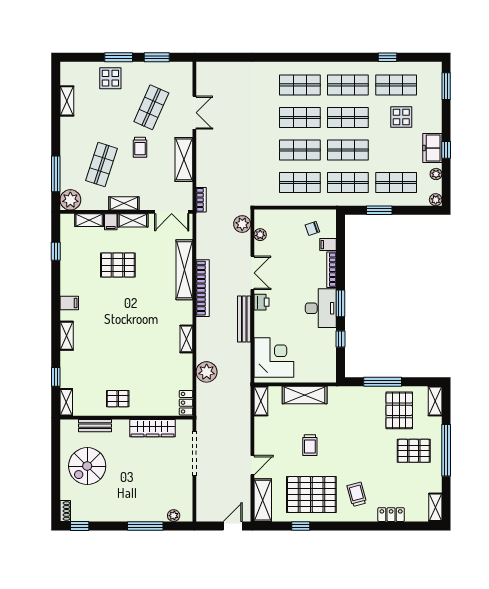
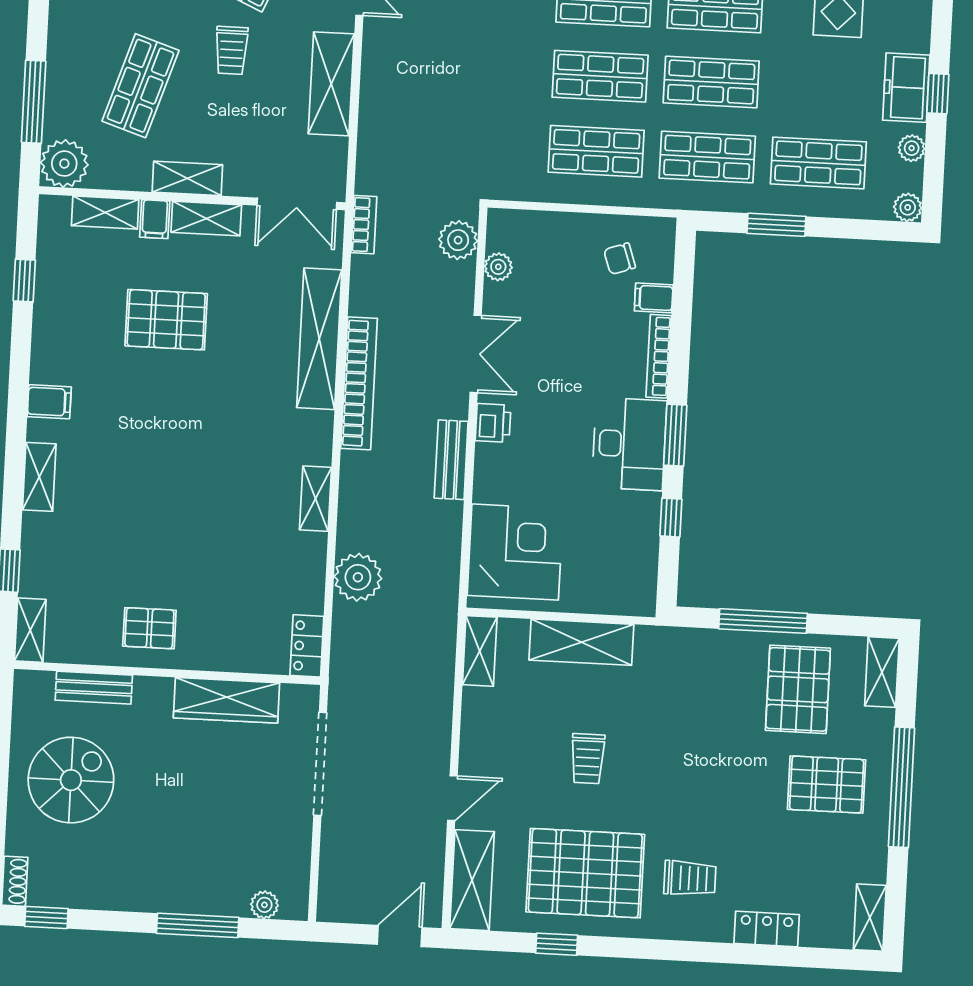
bookcase: (201, 200) -> (364, 225), moved
bench: (244, 319) -> (451, 460), width x0.73
spiral stairs: (87, 466) -> (71, 780), turned 180
trolley: (357, 494) -> (690, 878), turned 105

